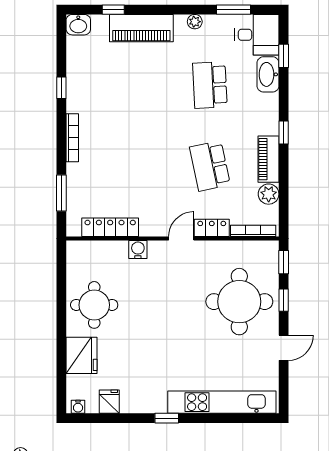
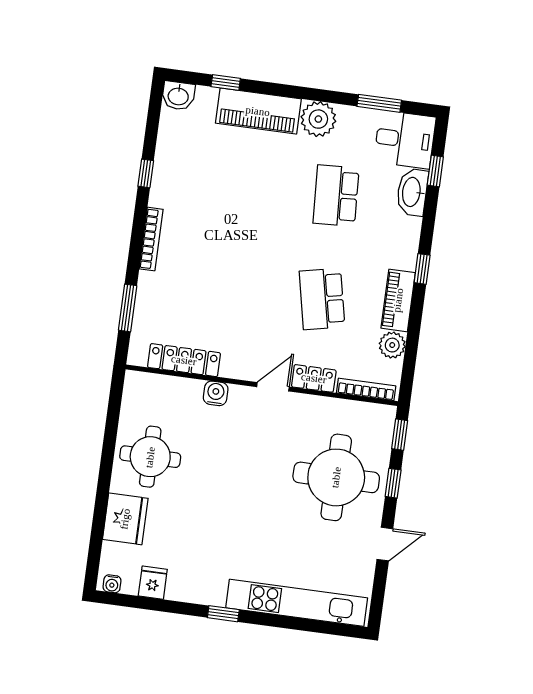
plant: (195, 22) -> (318, 119), width x1.88, depth x1.88

